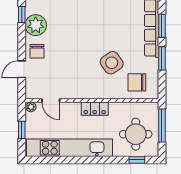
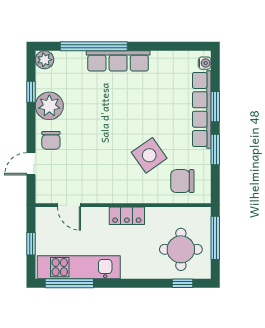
plant: (31, 107) -> (43, 213), removed
kitchen unit: (70, 148) -> (79, 267), width x0.73
window: (51, 160) -> (69, 283), added

